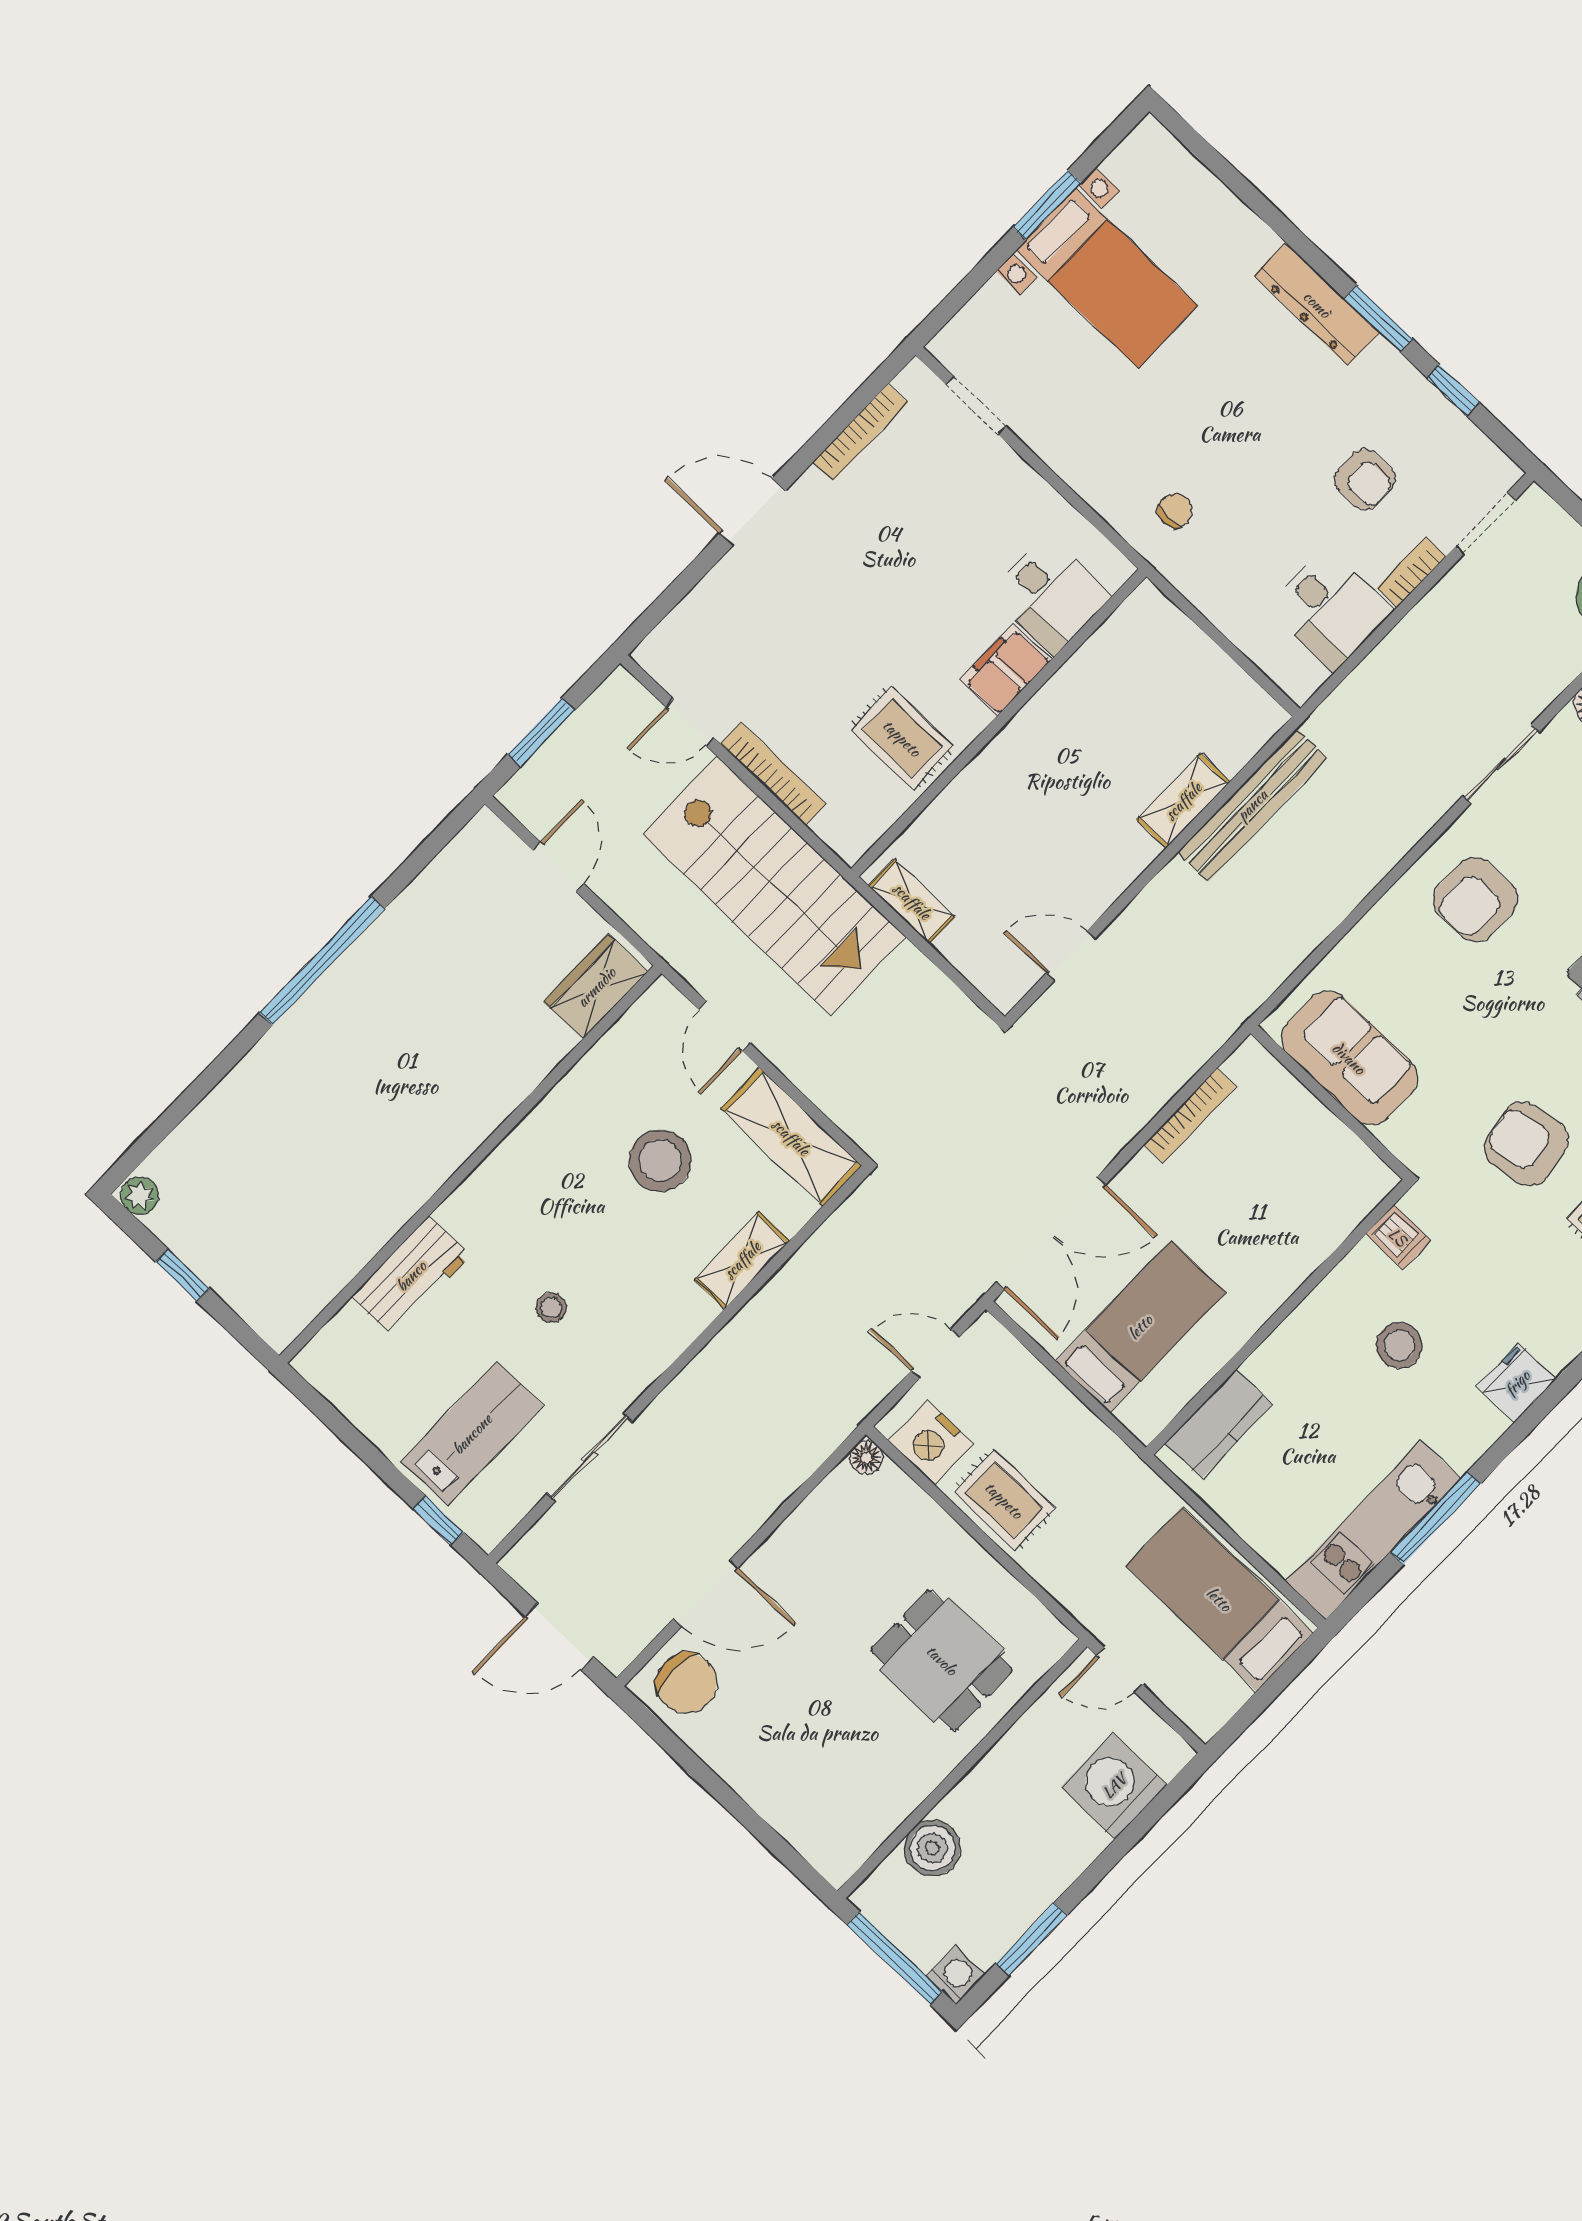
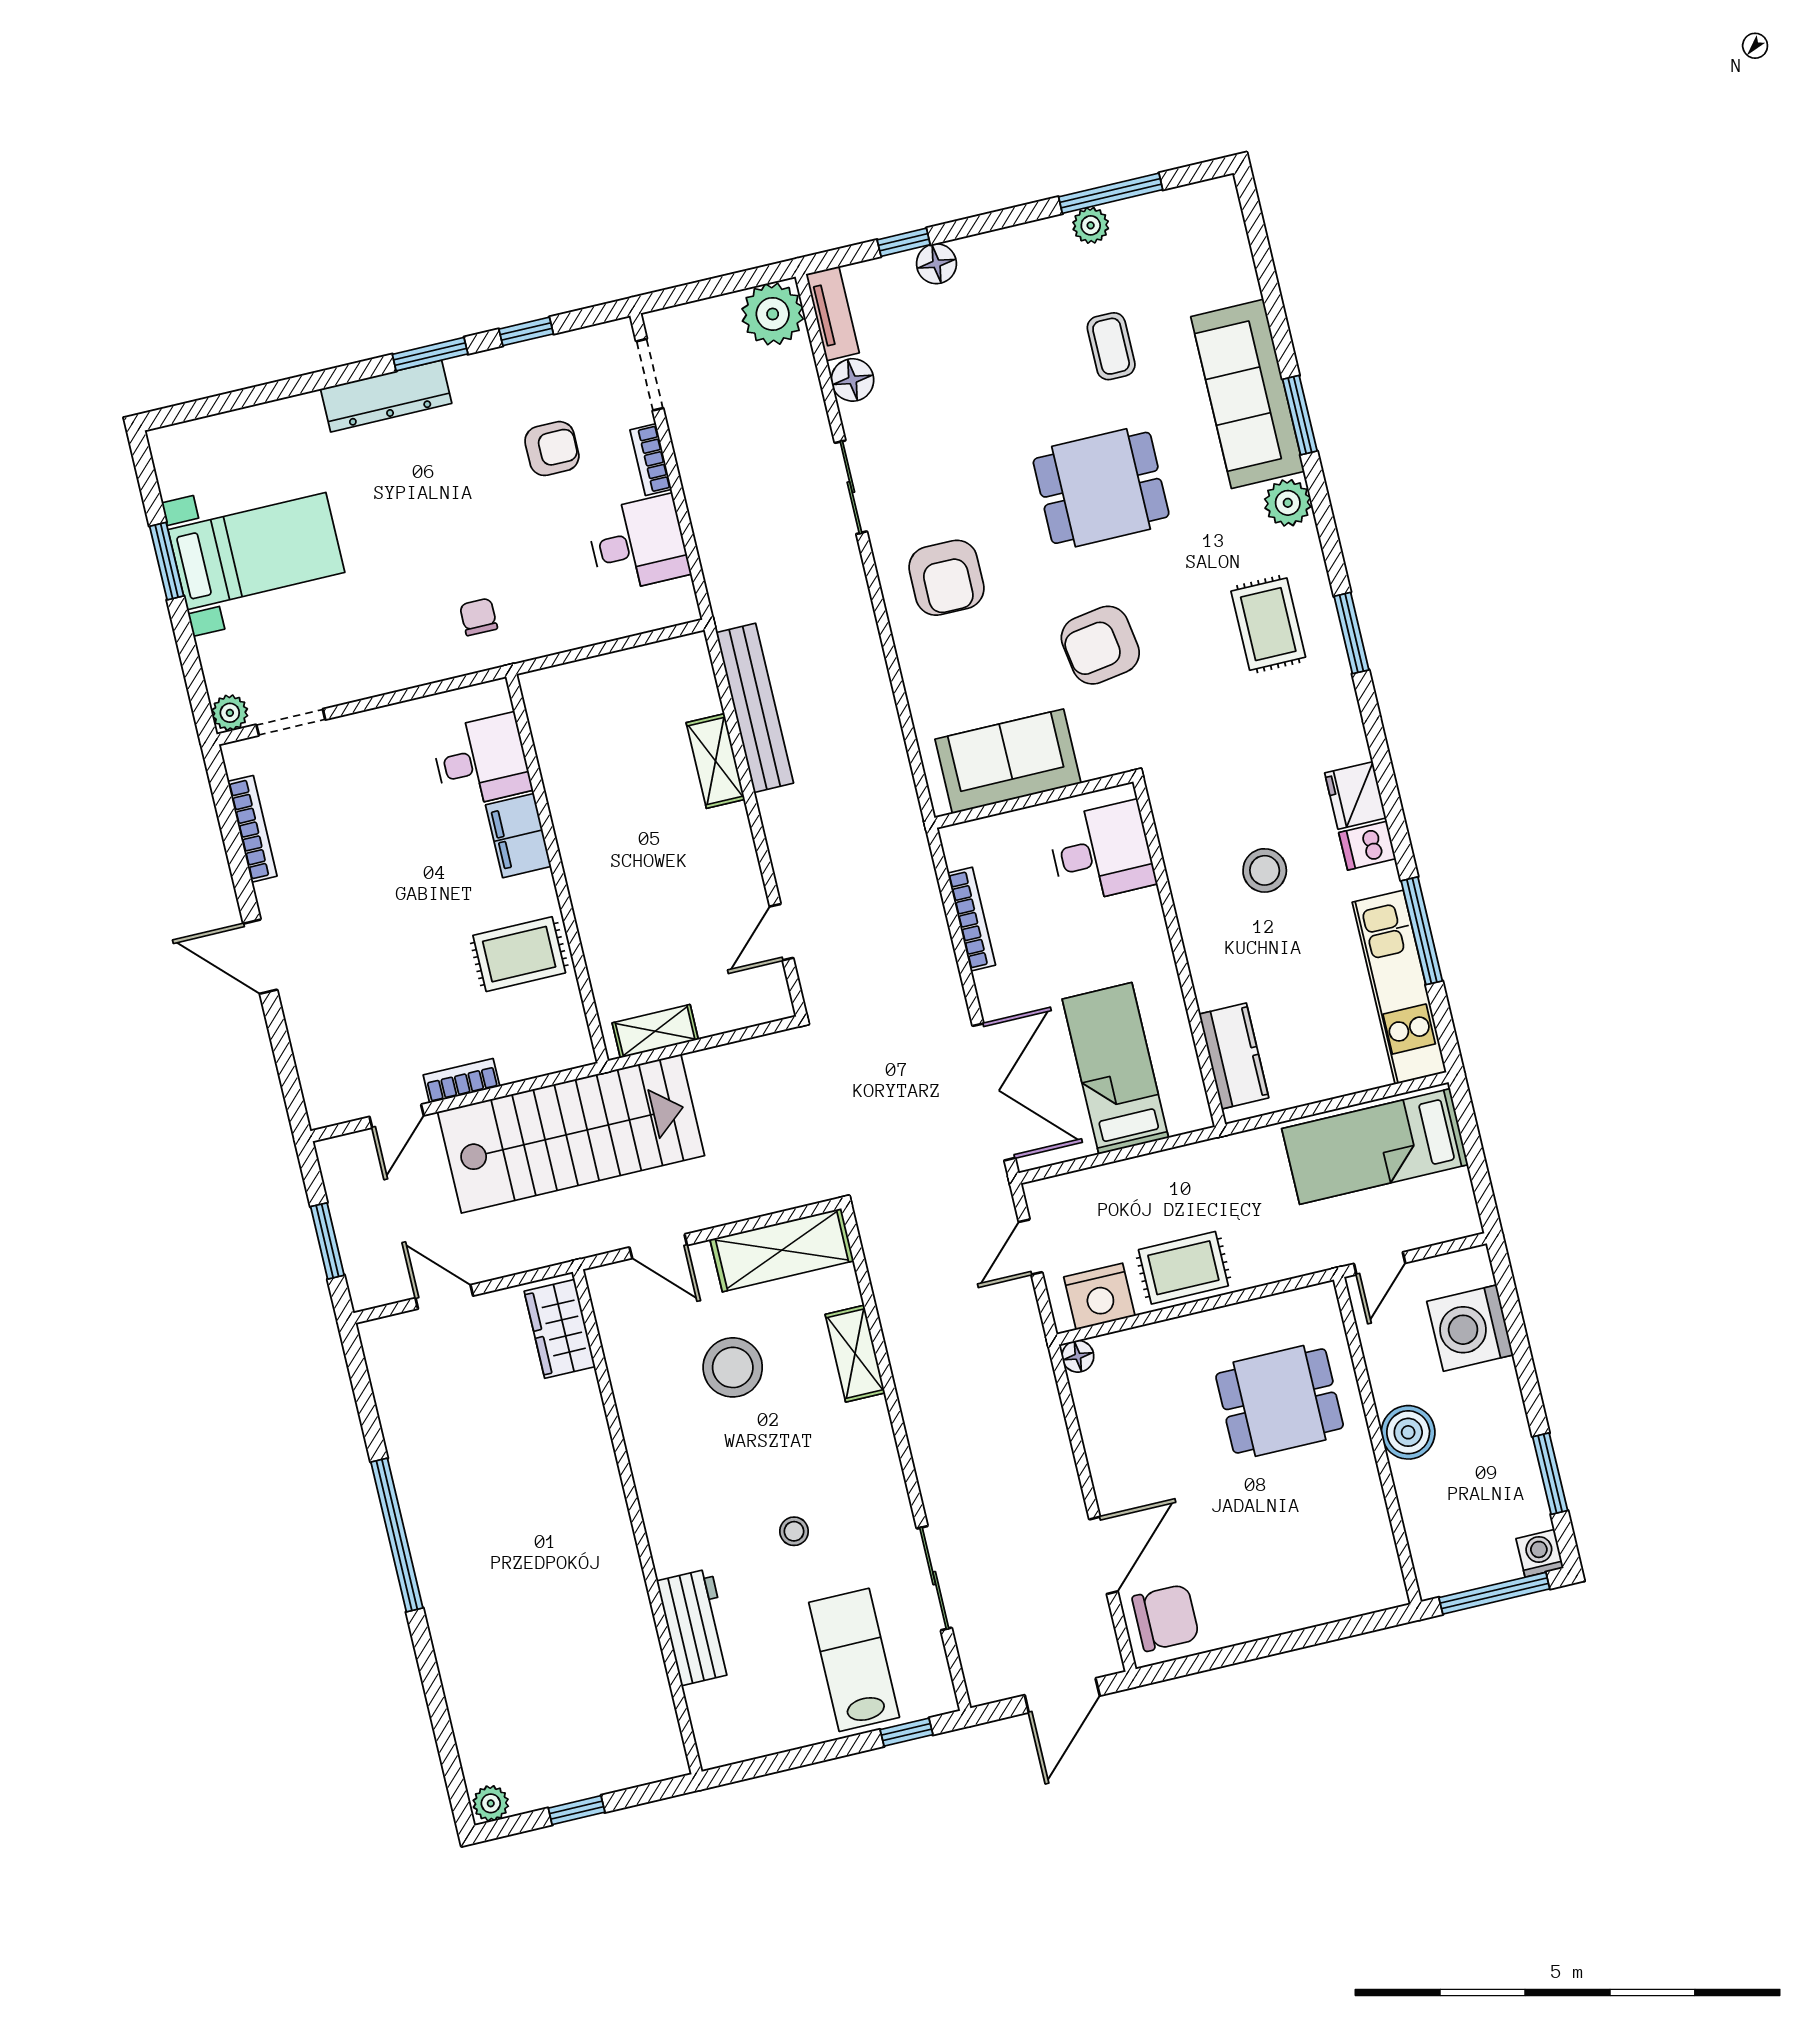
plant: (950, 347) -> (230, 713), added
door: (753, 512) -> (260, 957), hinge flipped
bookcase: (773, 774) -> (461, 1081), width x0.64
armchair: (1526, 1144) -> (1100, 645), moved
desk: (1323, 1192) -> (1102, 852), added
dishwasher: (1398, 1237) -> (1367, 846), moved, turned 180
boiler: (932, 1848) -> (1408, 1432), moved

